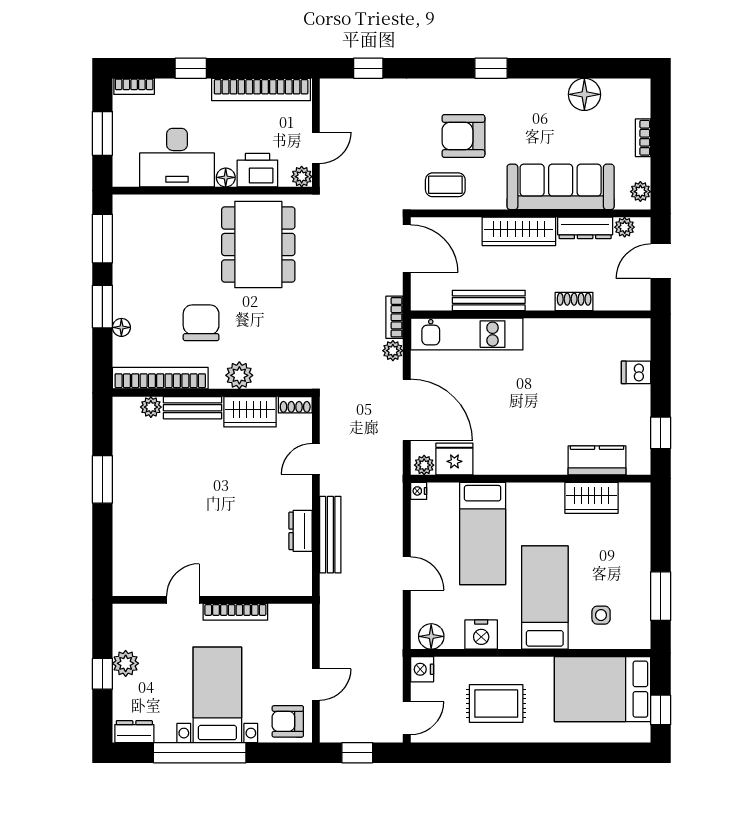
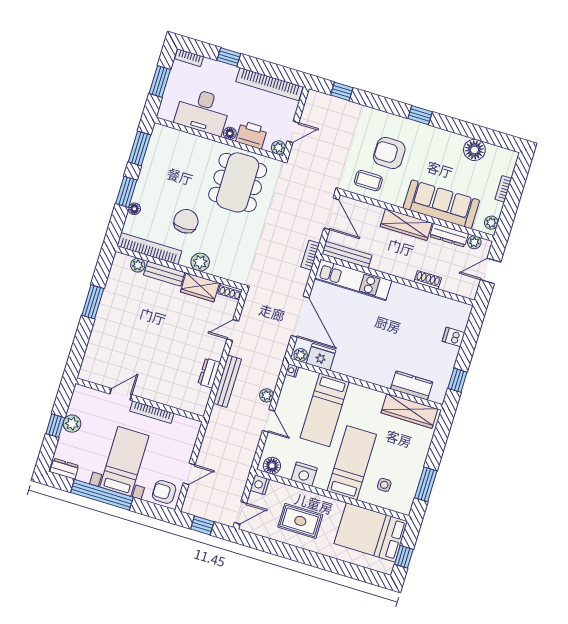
bench: (489, 300) -> (347, 255), moved
plant: (393, 351) -> (266, 395), moved
wardrobe: (592, 498) -> (409, 411), width x1.50

